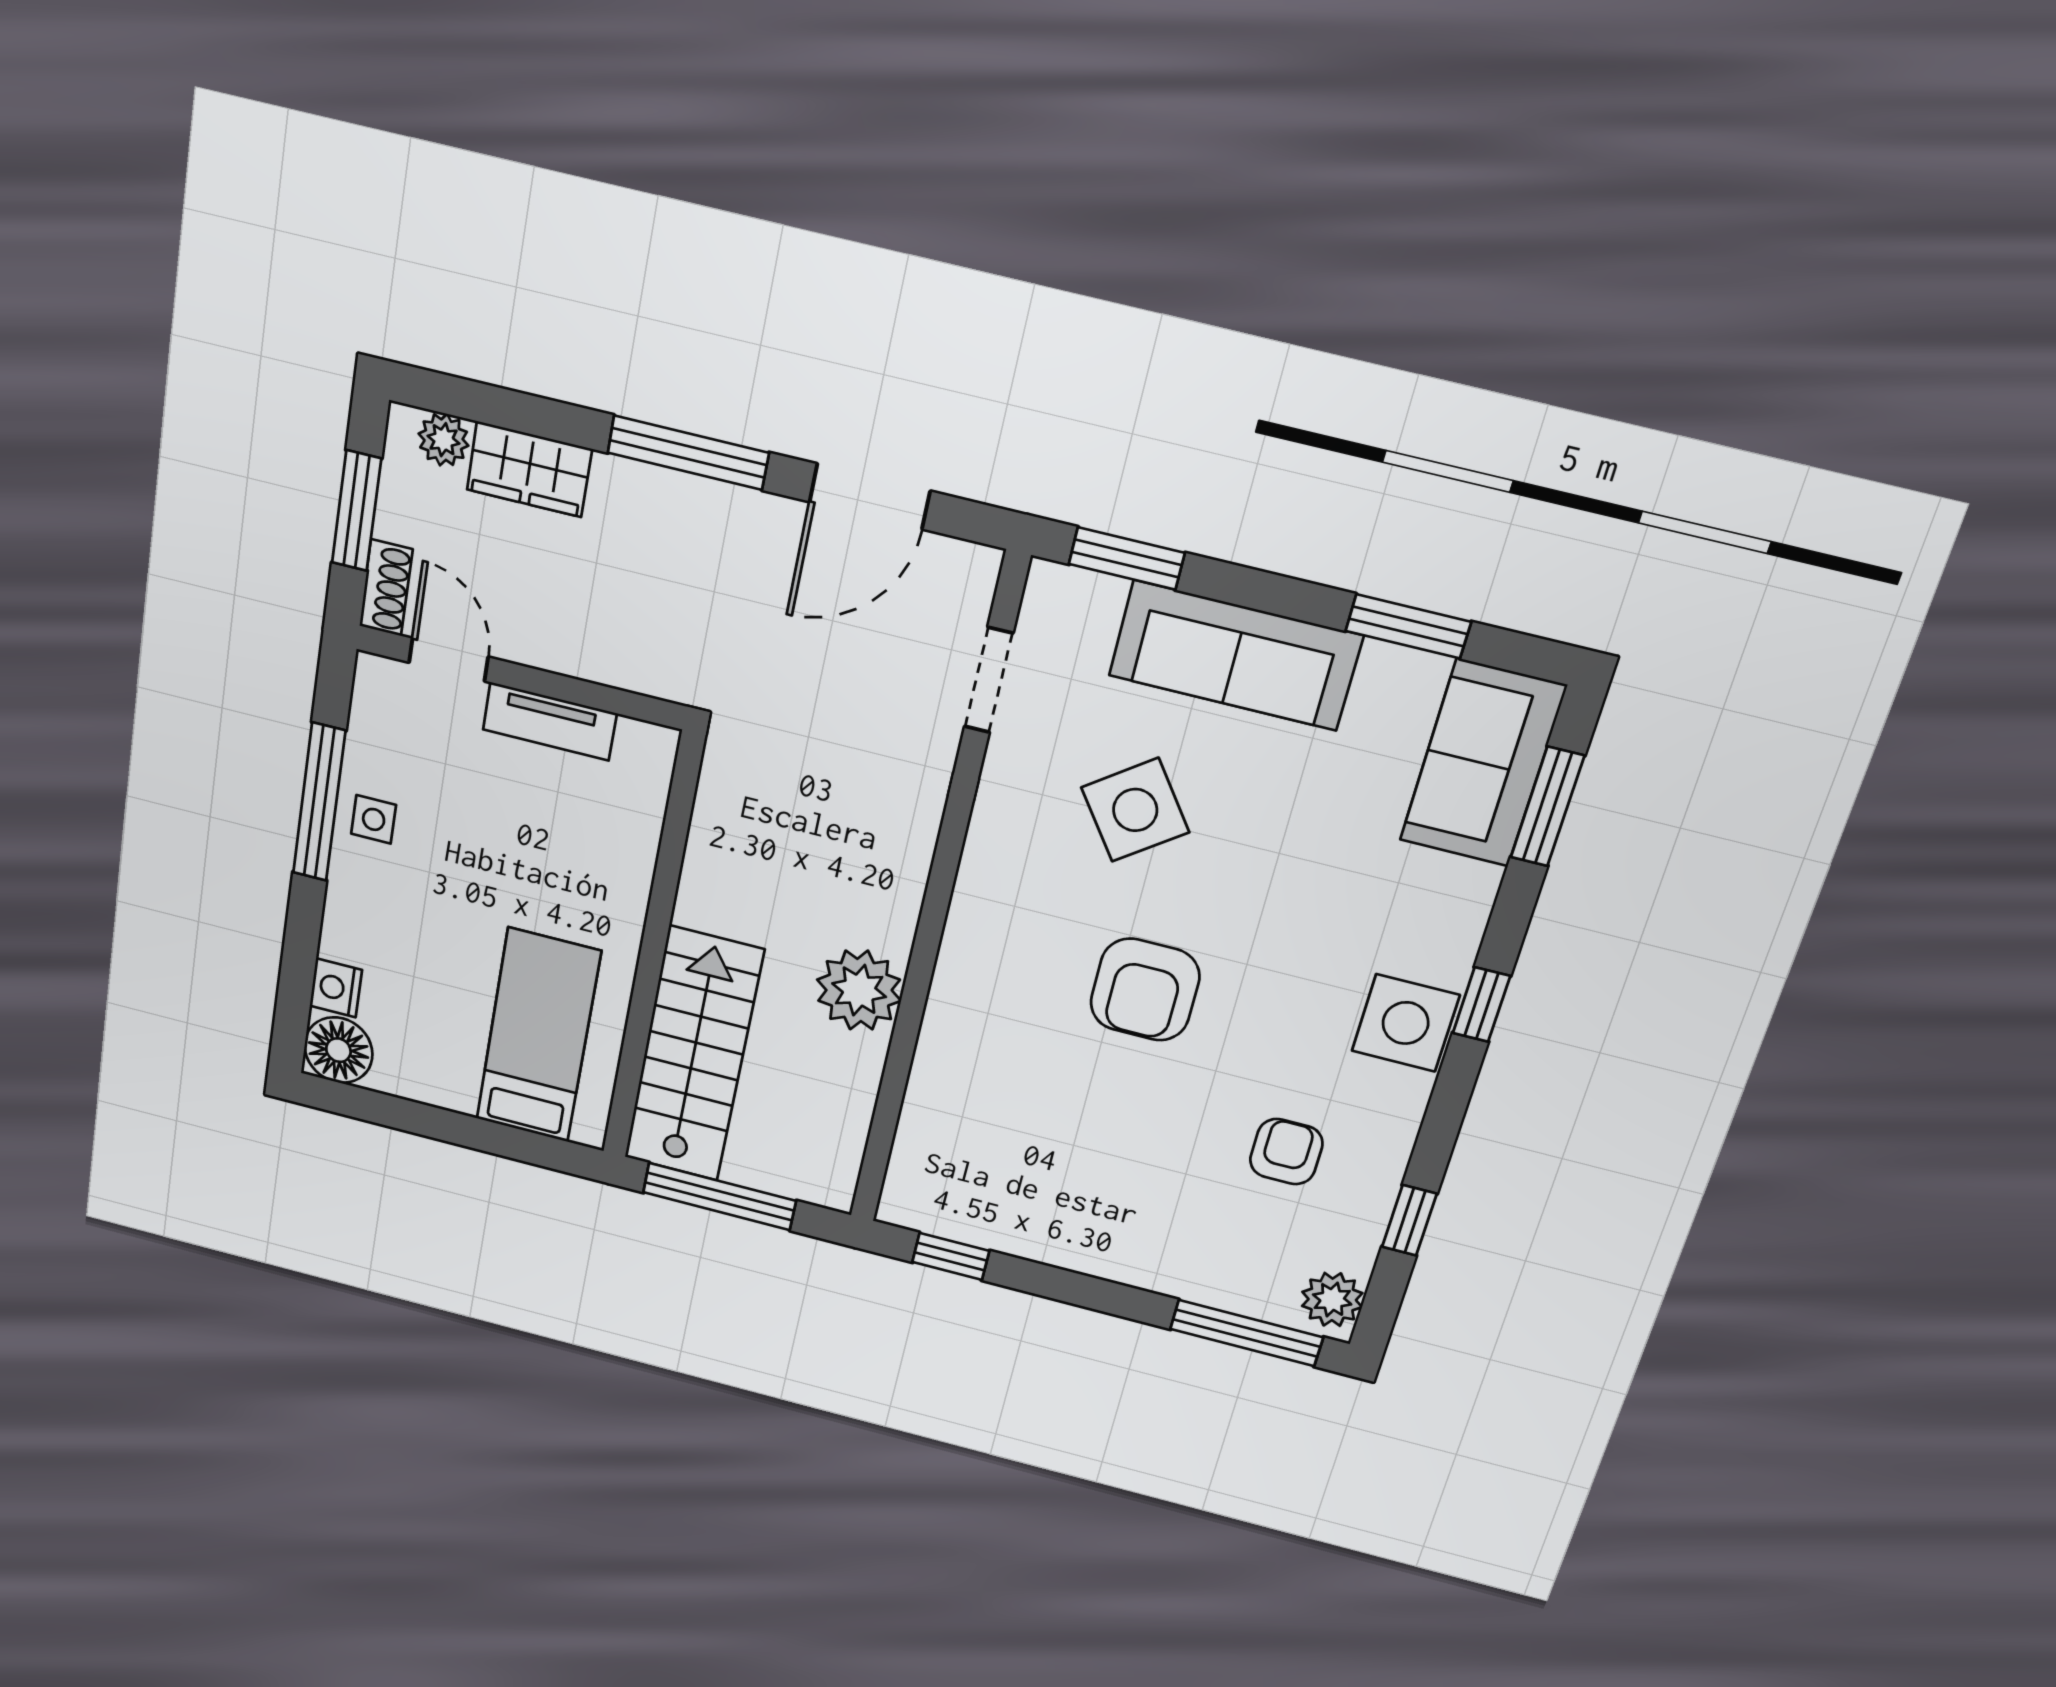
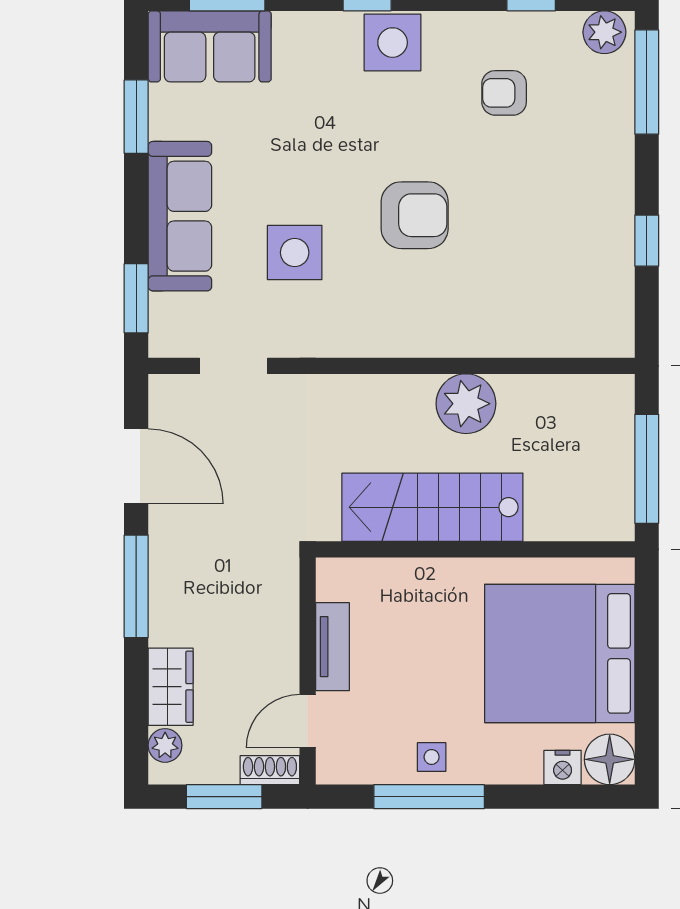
side table: (1135, 810) -> (295, 253), turned 36
bed: (538, 1036) -> (560, 653), width x2.04
stairs: (693, 1055) -> (432, 507), moved
window: (951, 1256) -> (647, 241), moved

